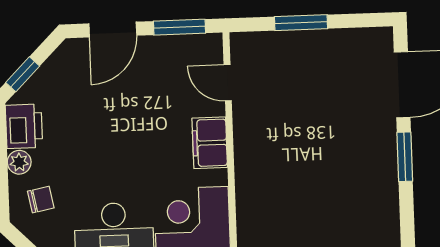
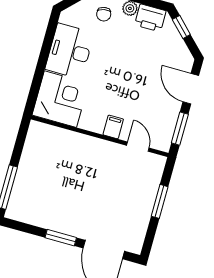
door: (228, 83) -> (138, 147), hinge flipped
filing cabinet: (210, 143) -> (113, 127), width x0.50

